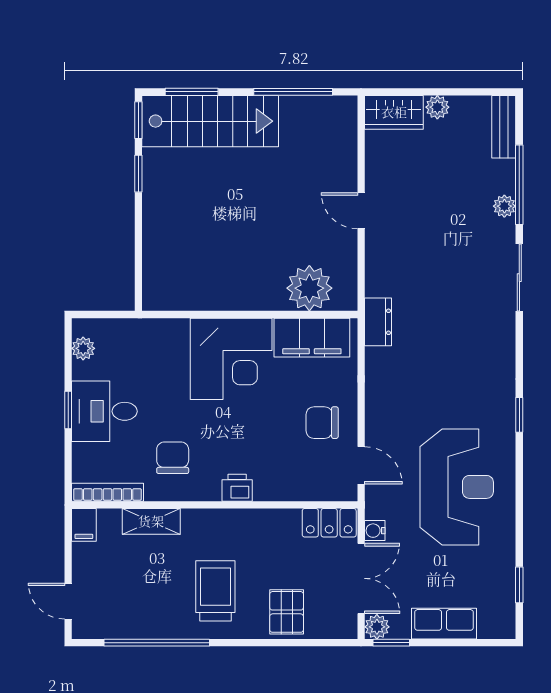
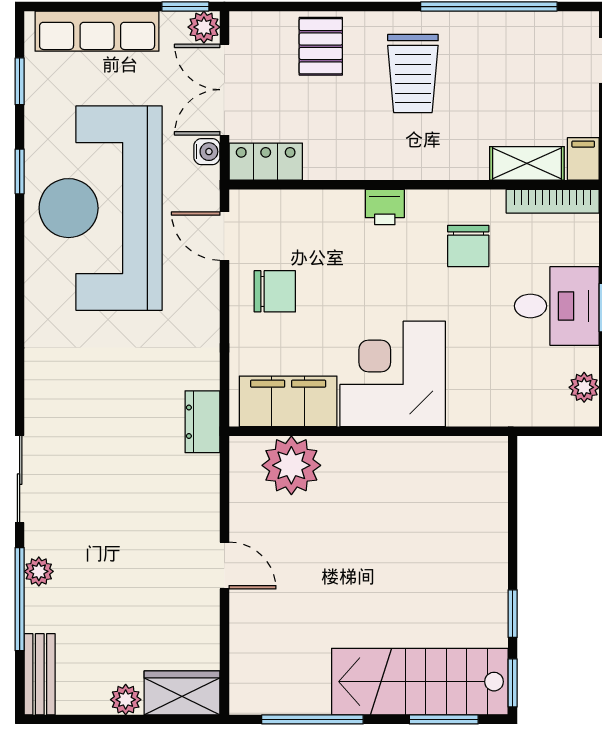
window: (519, 415) -> (20, 171), moved
reception desk: (457, 487) -> (101, 208), width x1.36, depth x1.30
shelving: (151, 521) -> (527, 163), moved
row of seats: (444, 624) -> (97, 31), width x1.48

